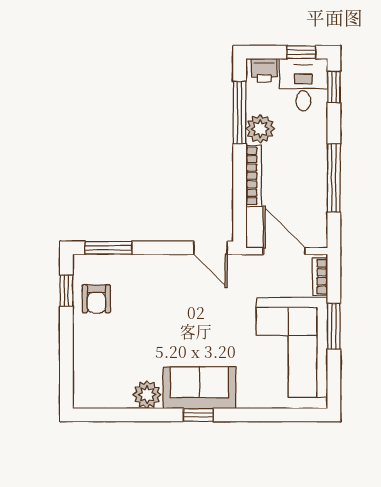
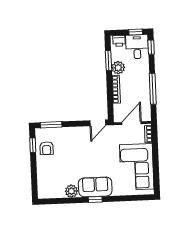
window: (240, 113) -> (108, 61), width x0.69
door: (211, 248) -> (98, 123), hinge flipped
door: (284, 251) -> (131, 123), hinge flipped
window: (334, 326) -> (155, 156), removed

